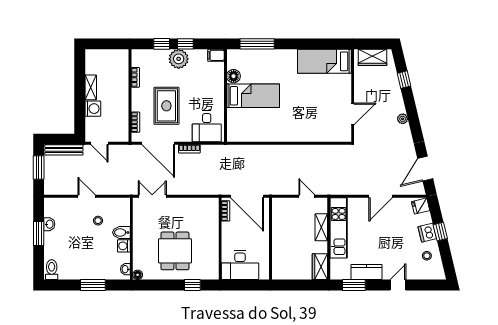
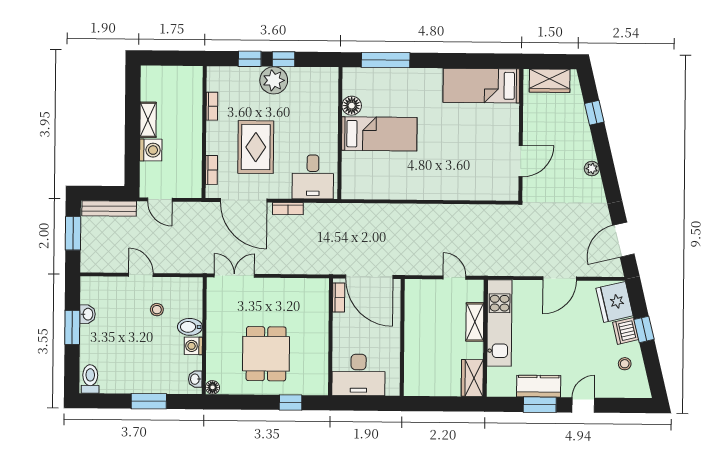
filing cabinet: (216, 55) -> (327, 76), removed
fridge: (421, 206) -> (615, 302), width x1.88, depth x1.34
window: (354, 285) -> (540, 405), moved

